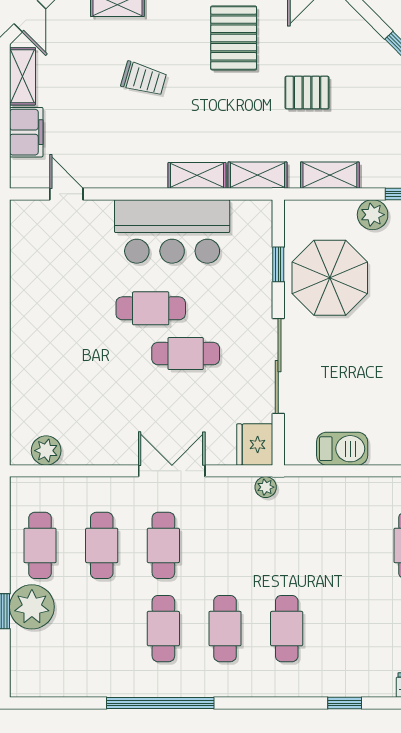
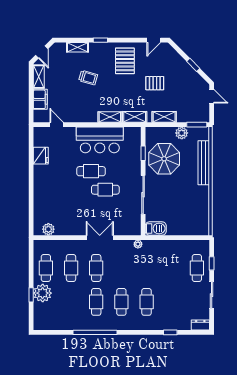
fridge: (255, 445) -> (41, 156), moved, turned 180
barbecue: (342, 449) -> (156, 228), moved

